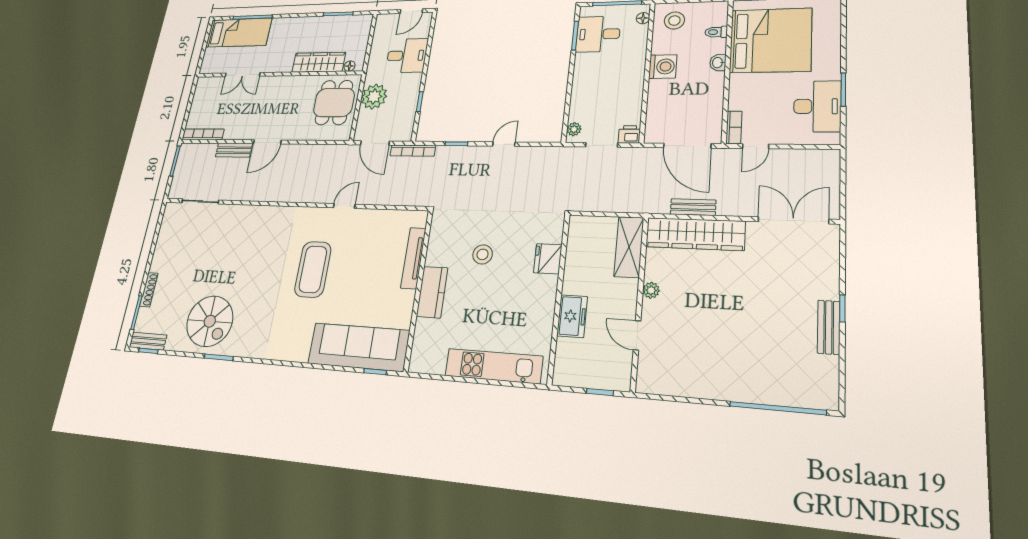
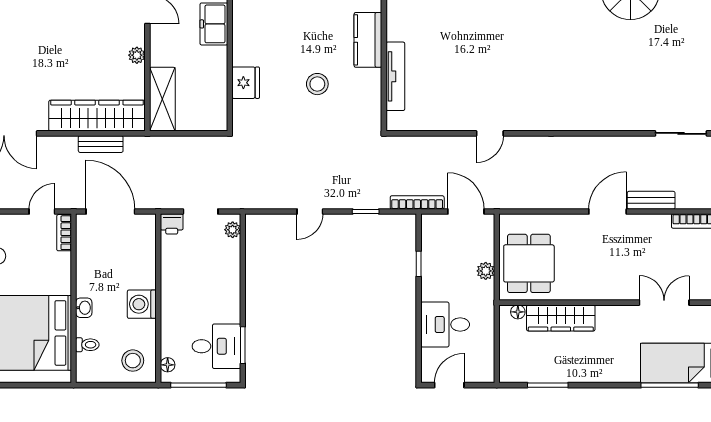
plant: (374, 97) -> (486, 271), width x0.53, depth x0.53
coffee table: (313, 269) -> (514, 58), removed

